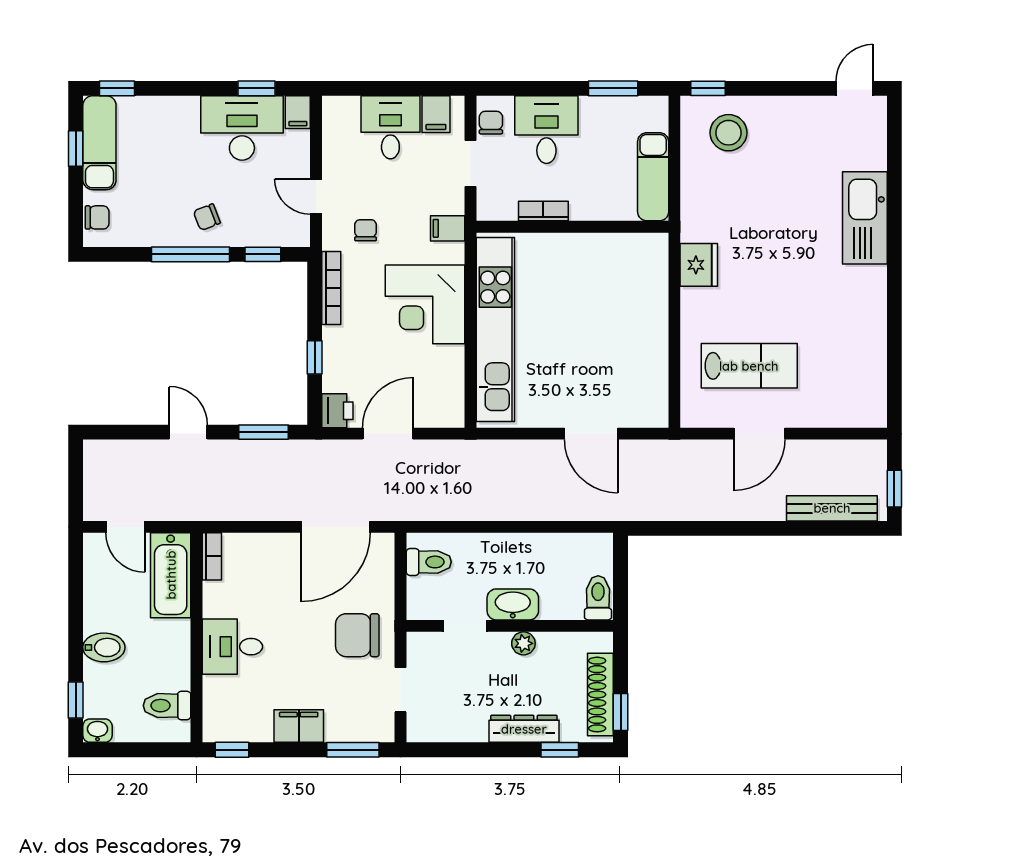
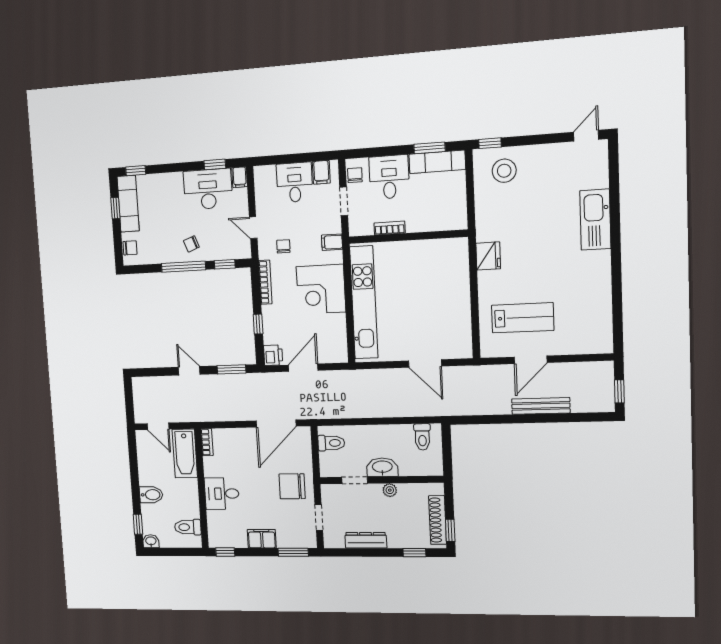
exam couch: (653, 177) -> (437, 162), moved, turned -90
bench: (832, 508) -> (541, 406), moved
toilet: (598, 598) -> (422, 437), moved, turned 180
dresser: (524, 729) -> (366, 540), moved

